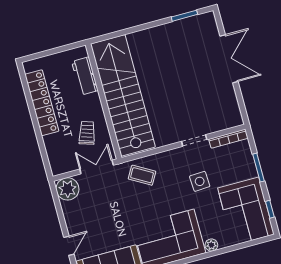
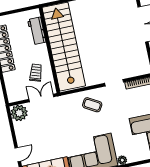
coffee table: (142, 175) -> (92, 105), moved
side table: (200, 181) -> (116, 113), removed

